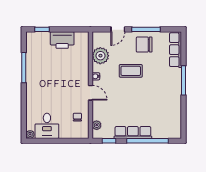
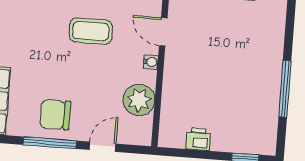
printer: (62, 40) -> (198, 139), width x0.53, depth x0.68
chair: (144, 45) -> (55, 115), turned 180
coffee table: (131, 71) -> (91, 31), moved

